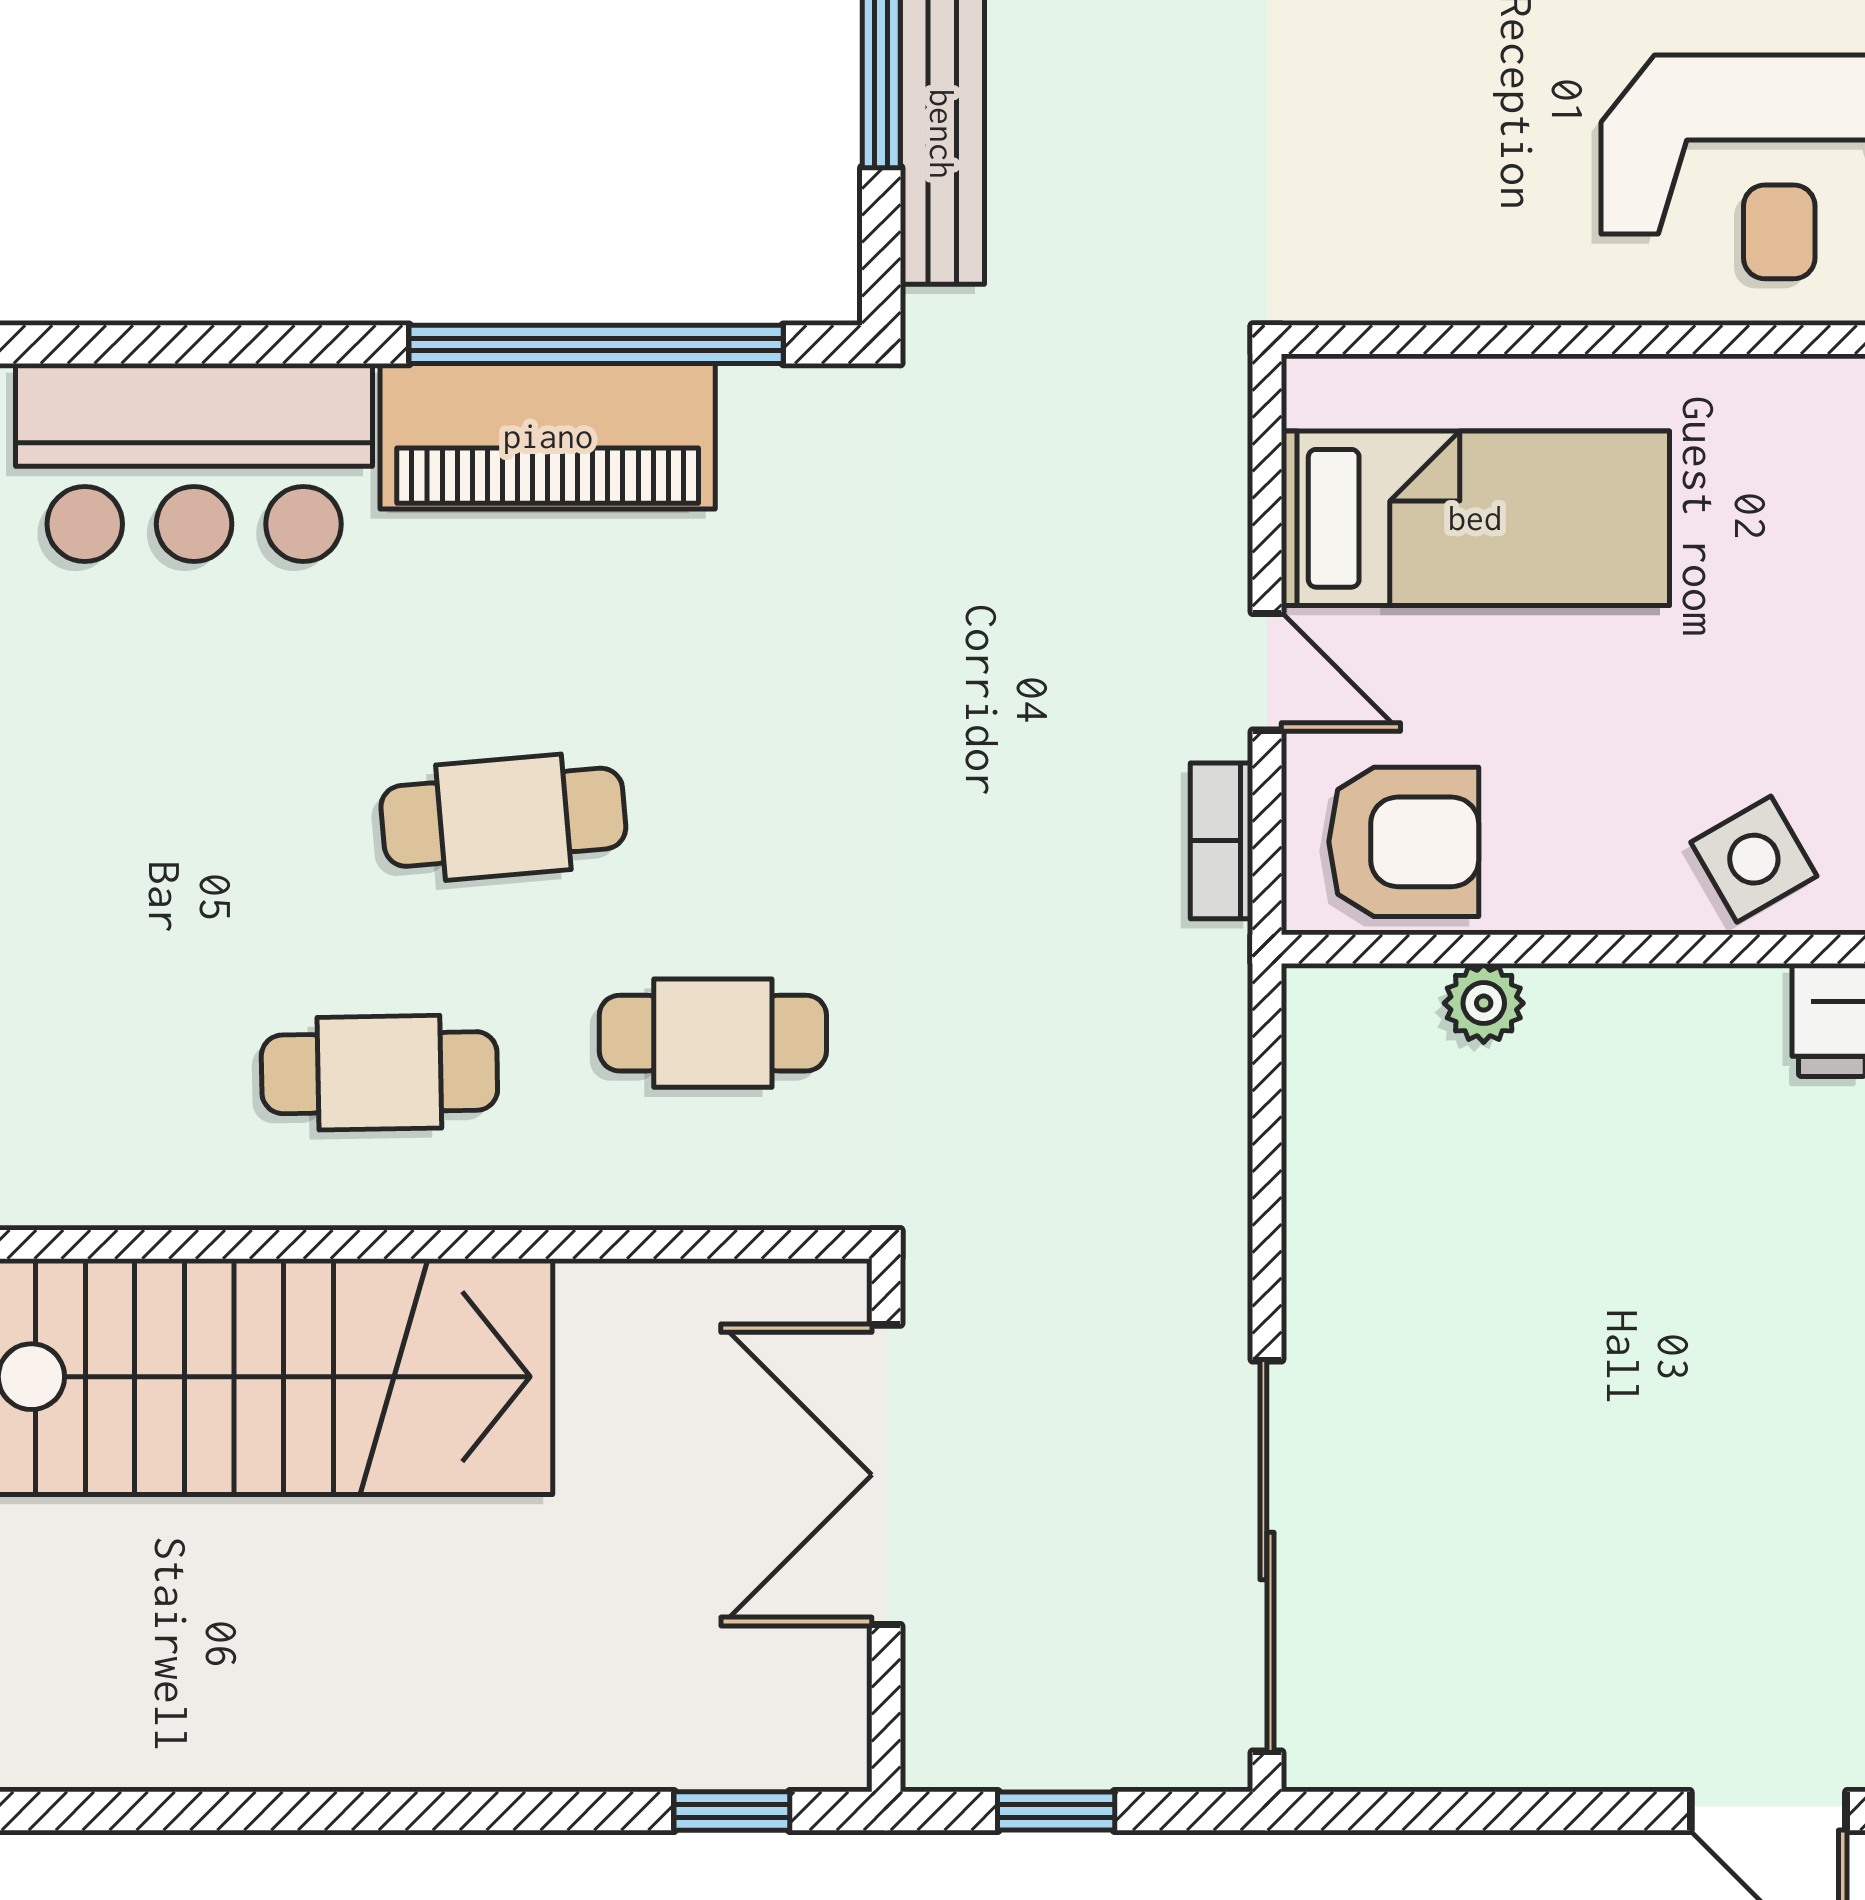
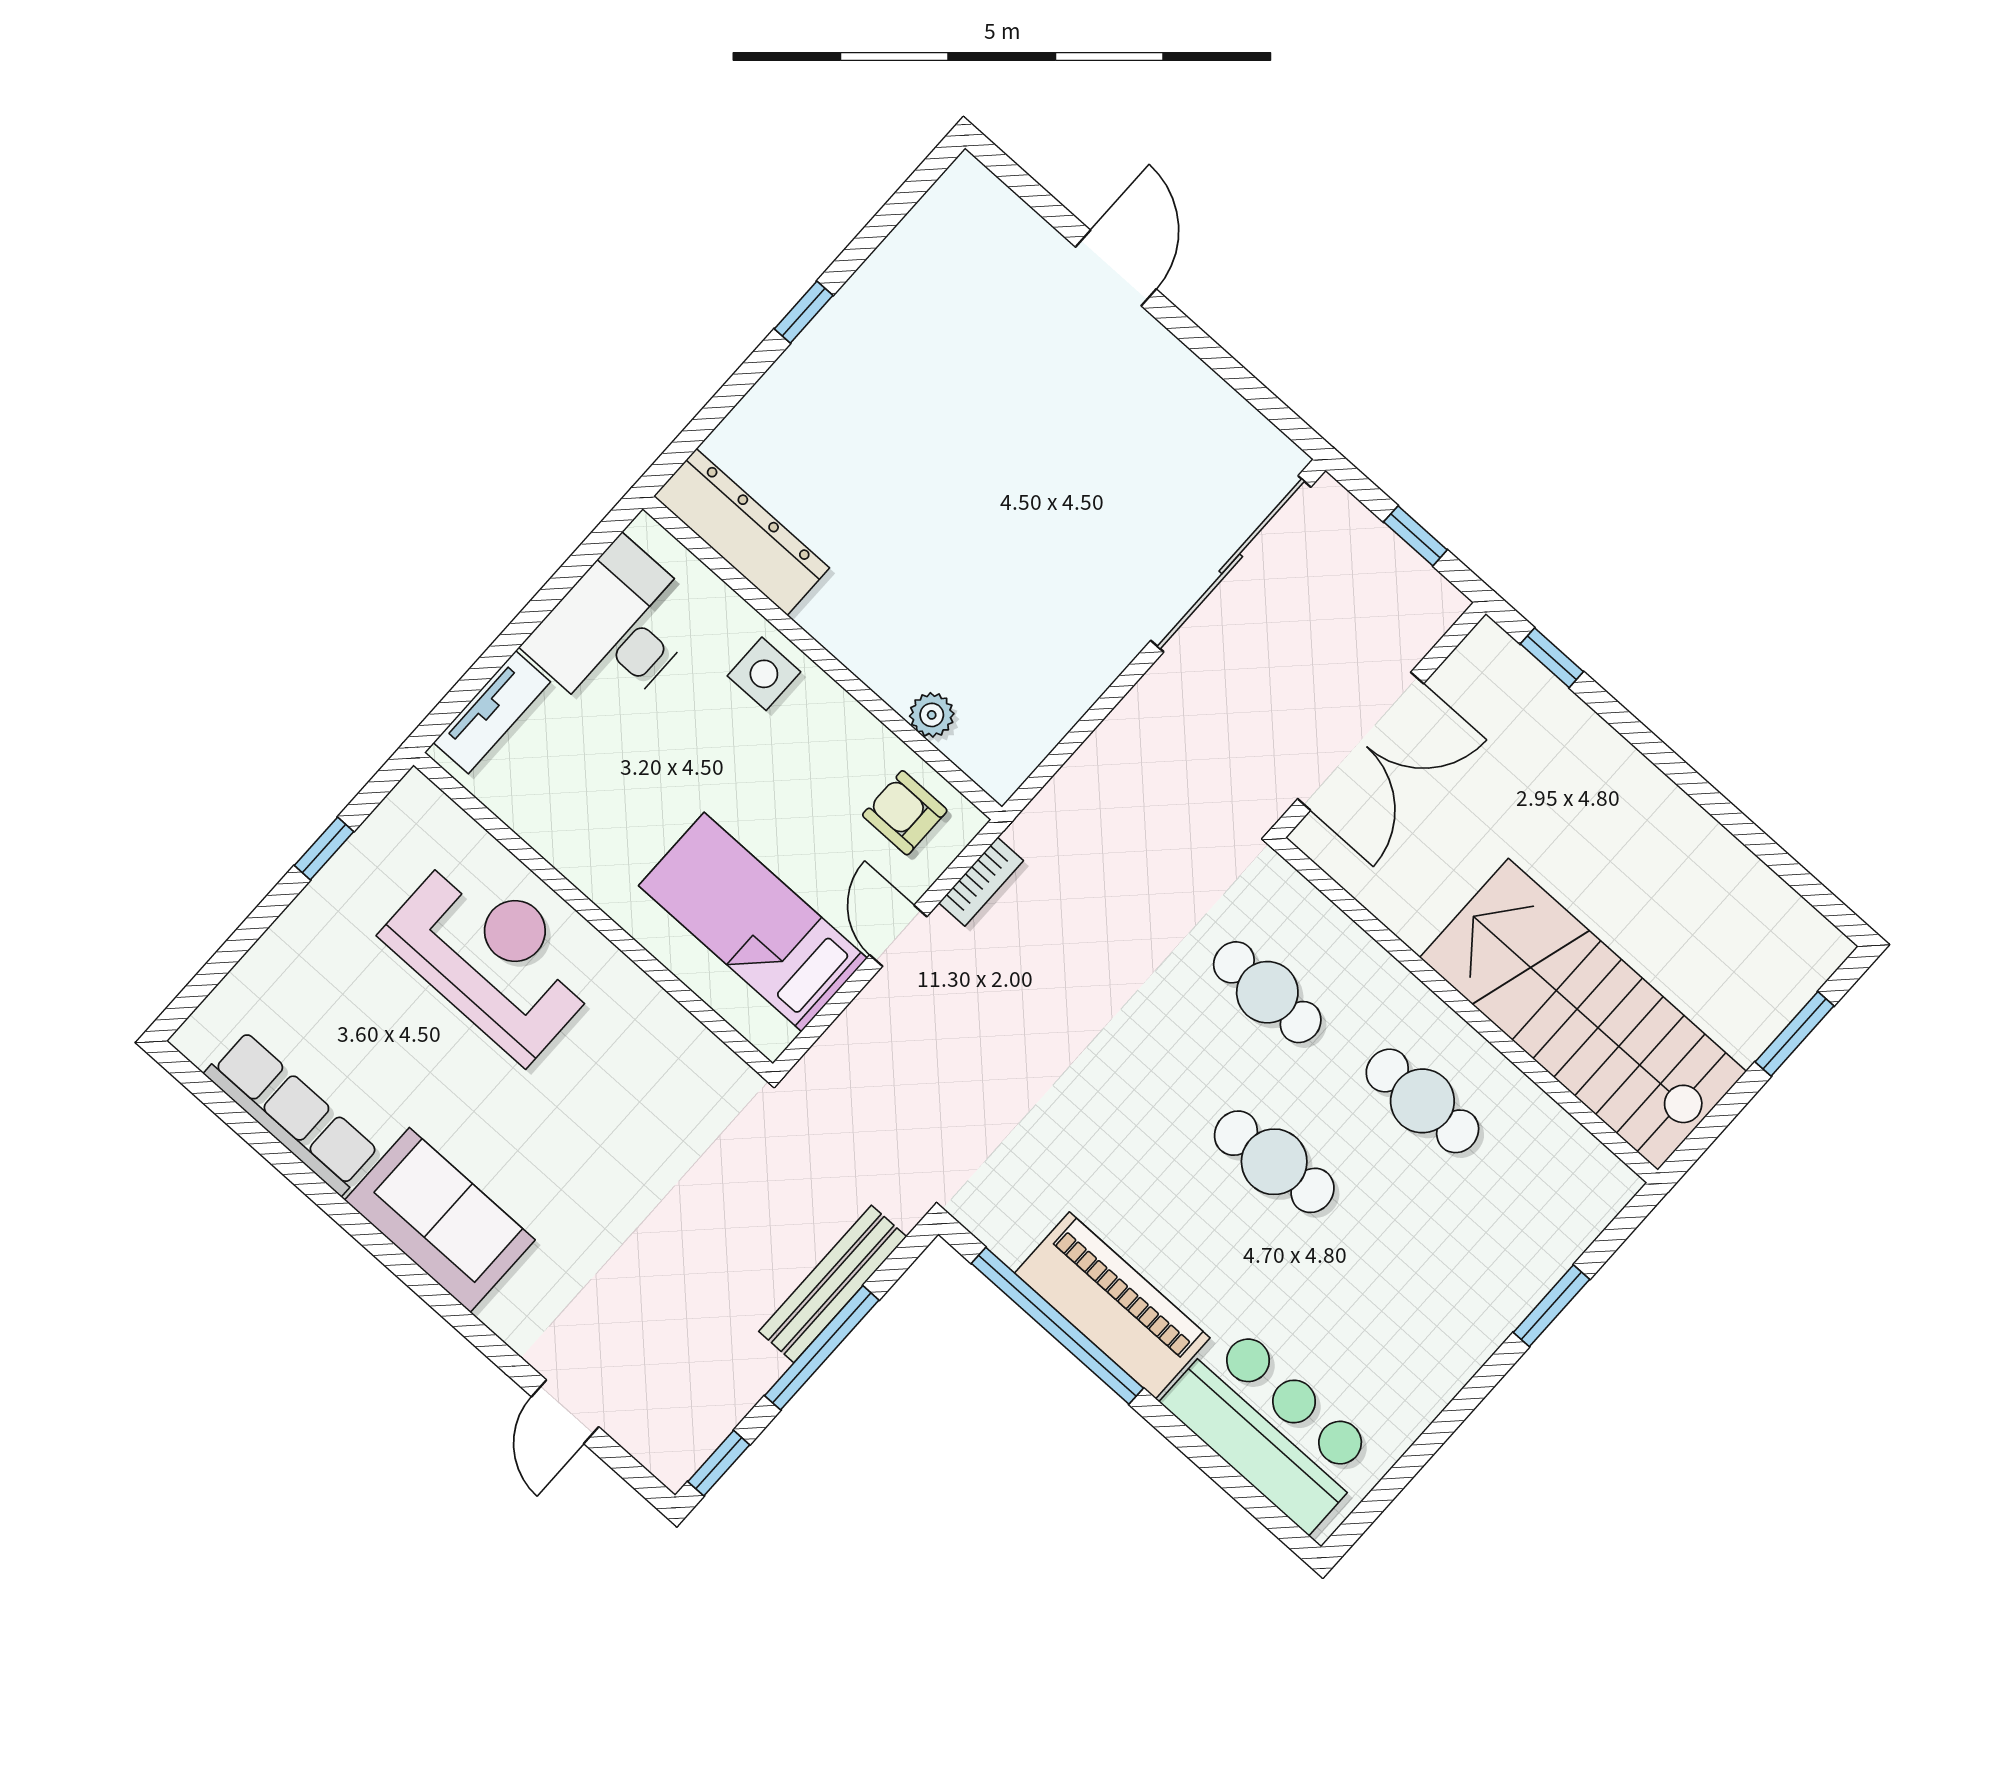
armchair: (1404, 842) -> (905, 813), width x0.72, depth x0.72
side table: (1754, 859) -> (764, 674), turned 30

